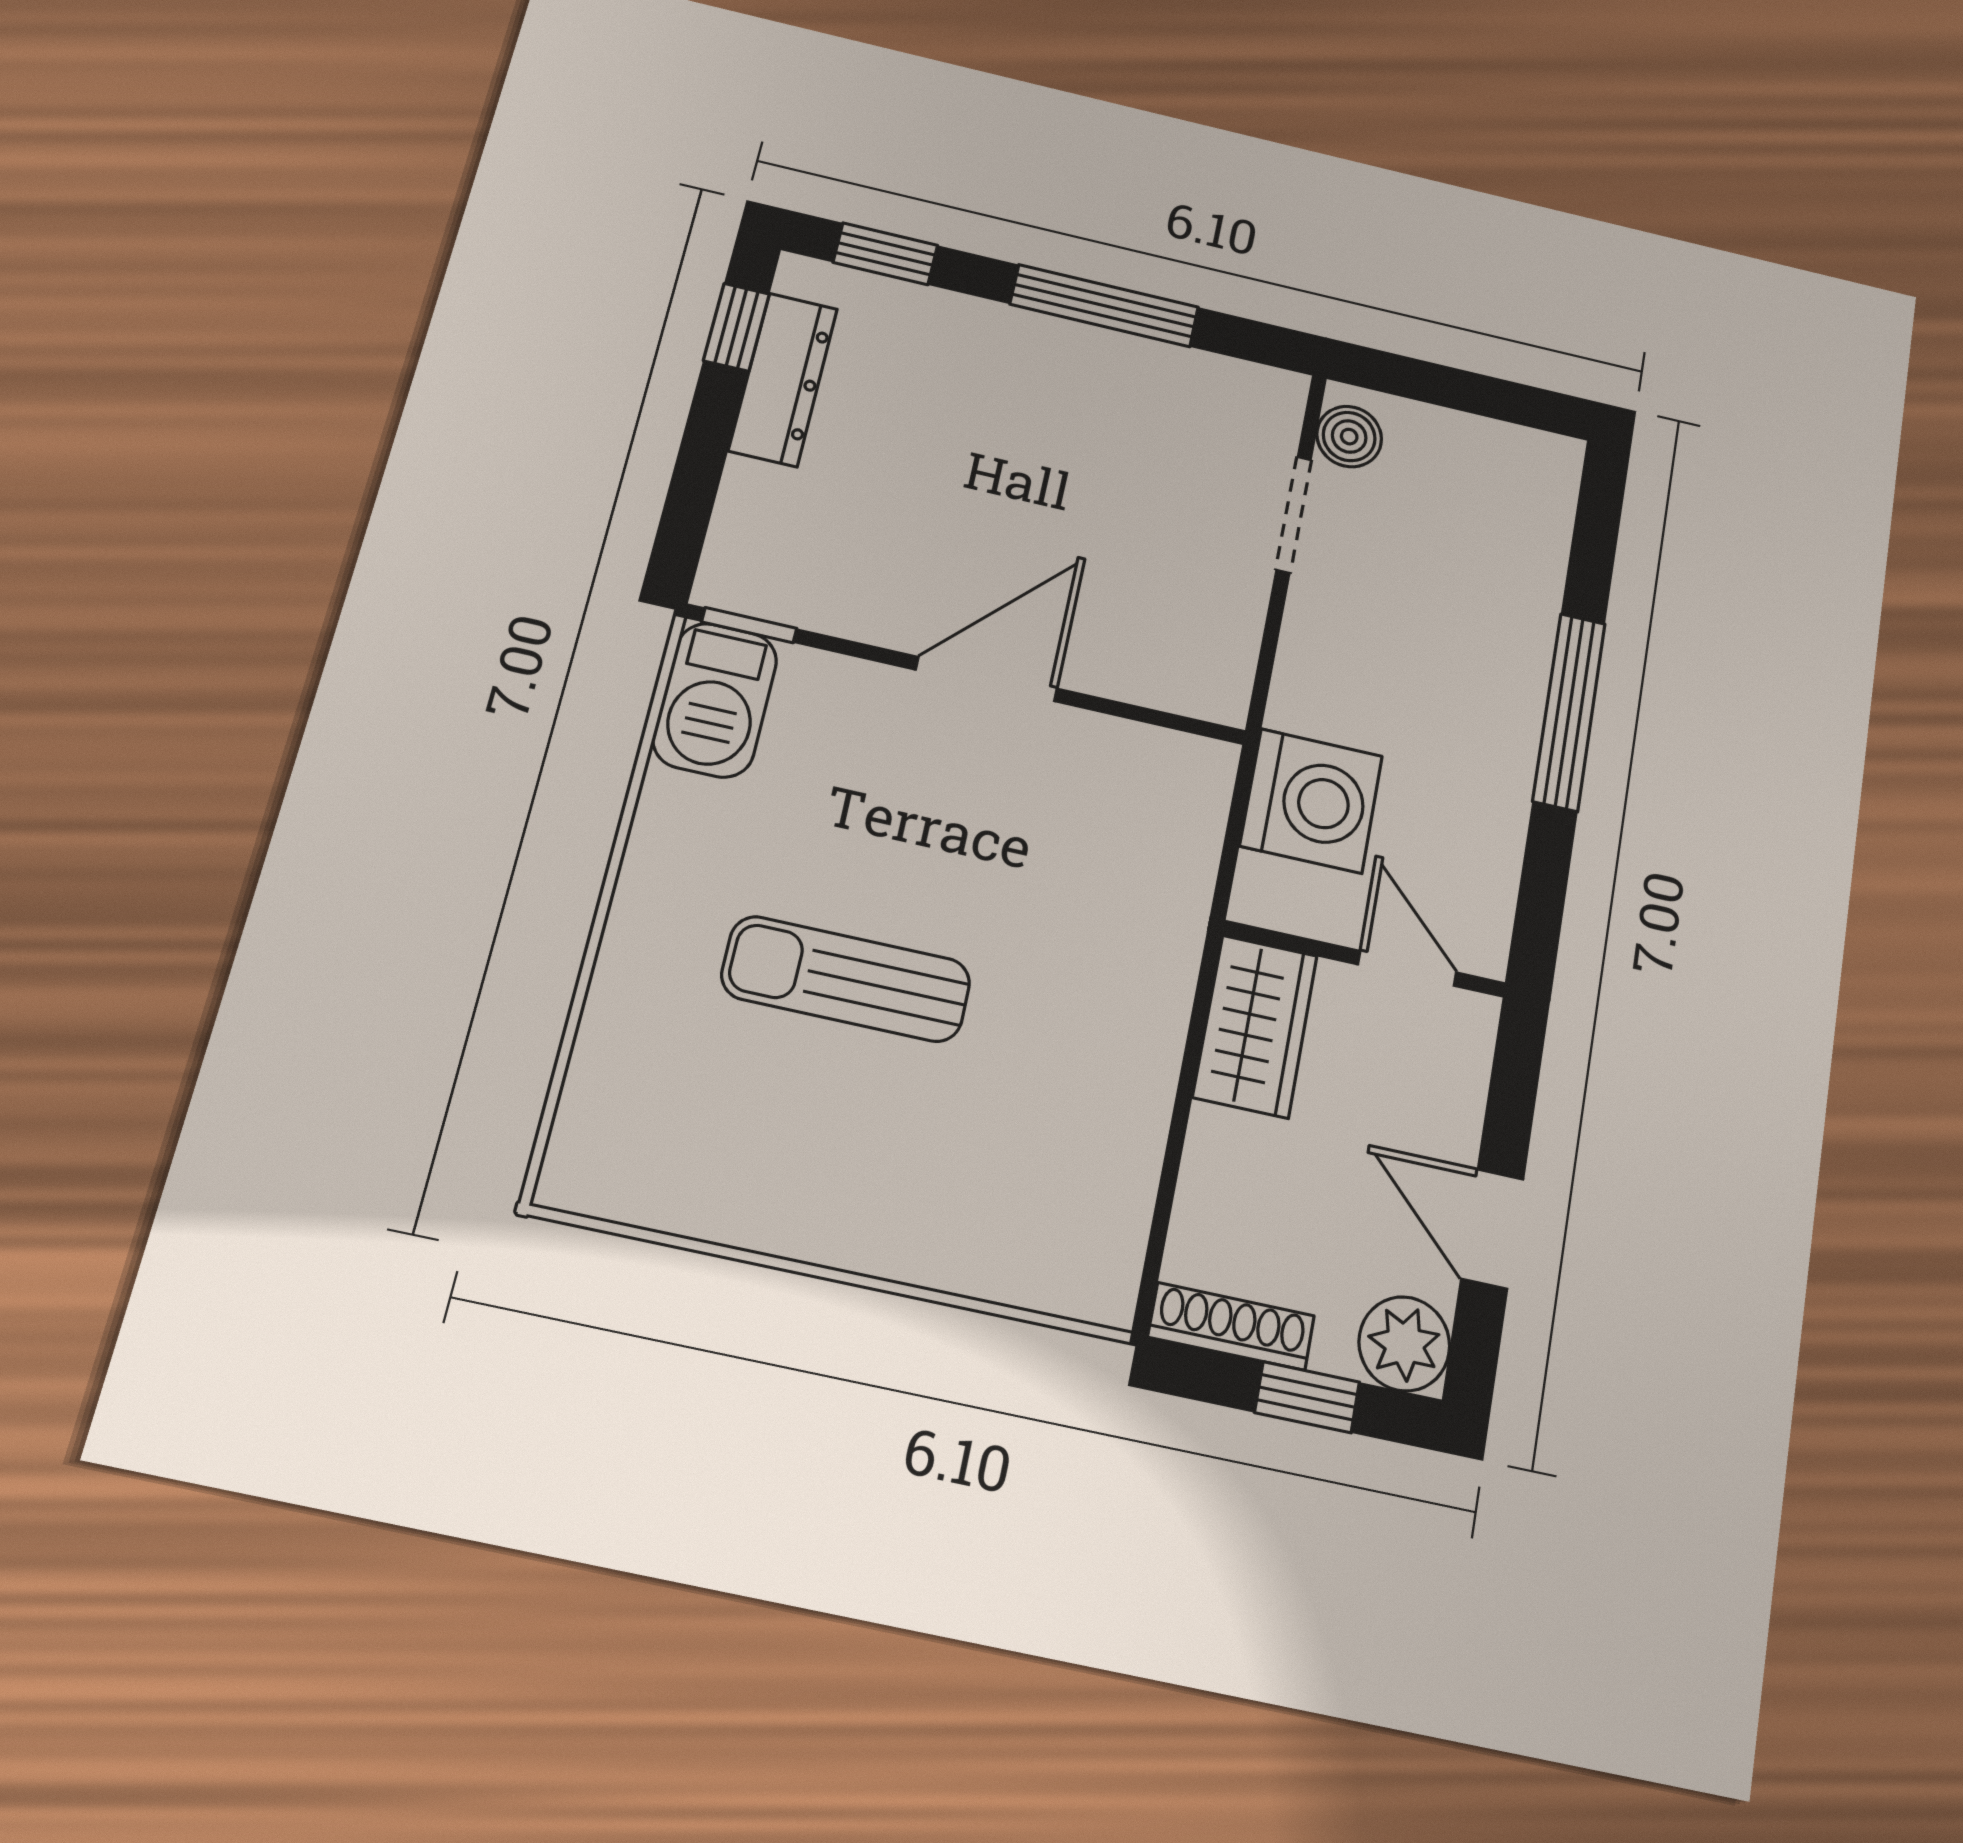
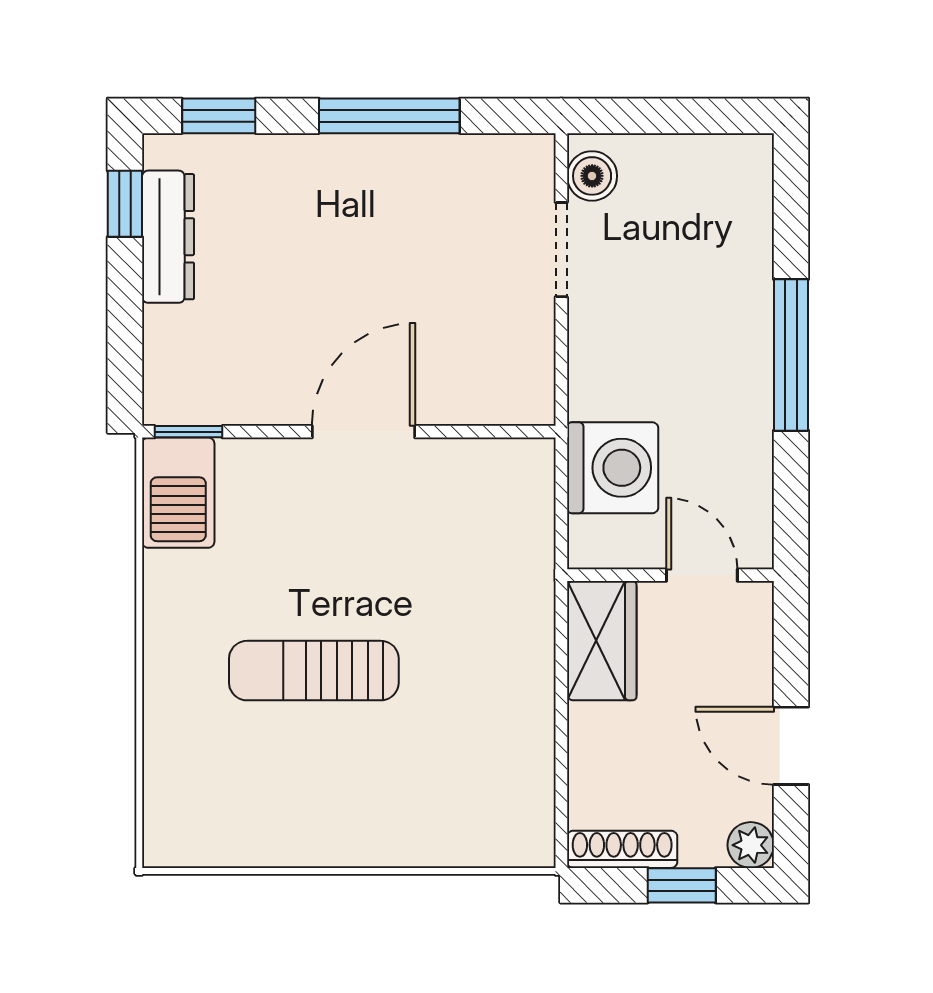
plant: (1404, 1344) -> (751, 845), width x0.73, depth x0.73

